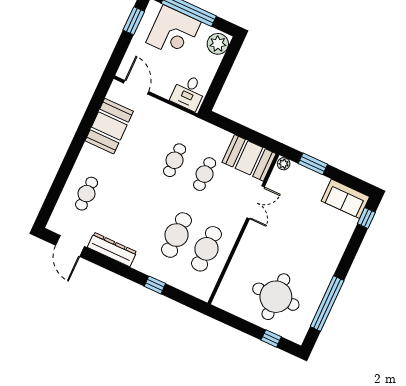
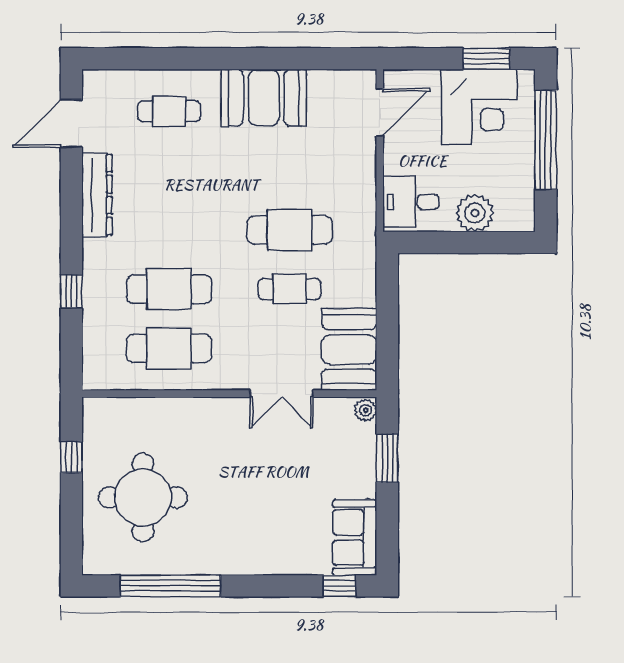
corner desk: (174, 32) -> (479, 107), moved, turned -90
plant: (218, 44) -> (475, 213), moved
booth: (109, 126) -> (264, 98), moved
cafe table: (175, 160) -> (290, 230), width x1.37, depth x1.35
window: (271, 338) -> (71, 457), moved

